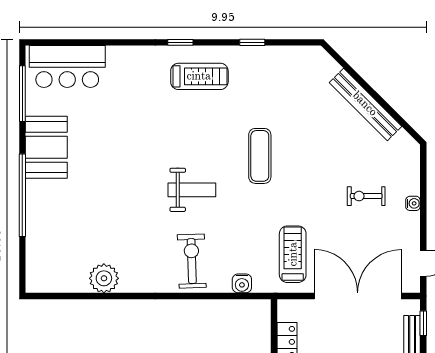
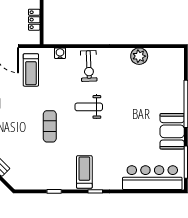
bar counter: (67, 67) -> (152, 178), width x1.36
treadmill: (199, 76) -> (84, 172), turned 90

